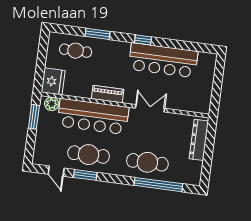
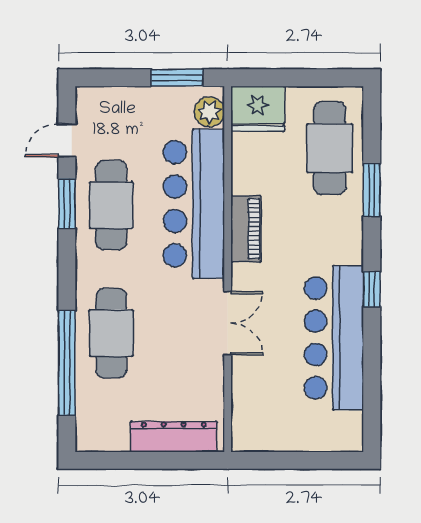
cafe table: (76, 51) -> (330, 148), width x1.37, depth x1.35

